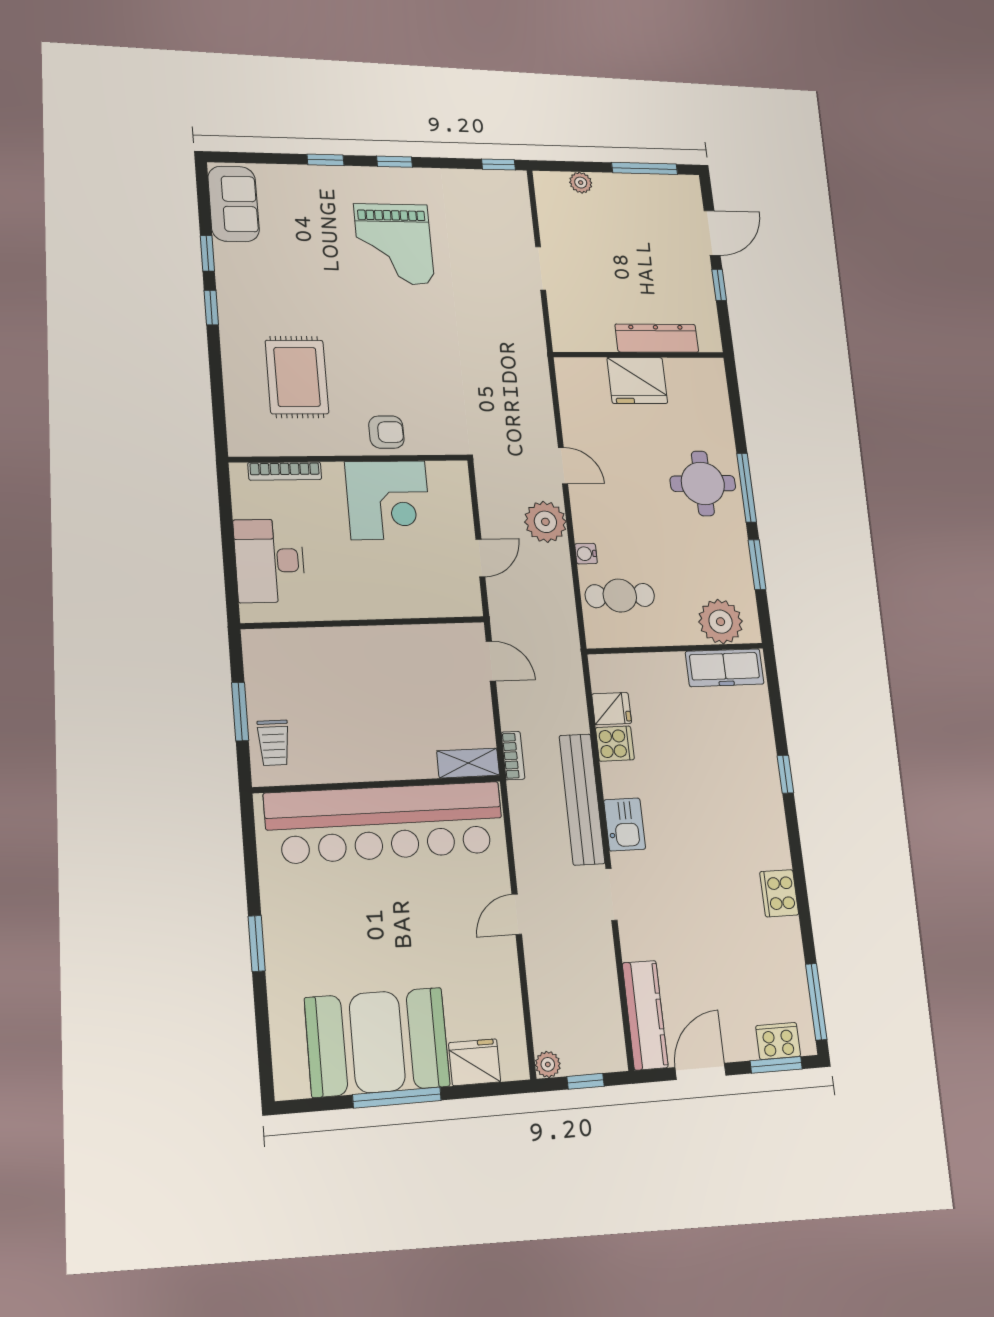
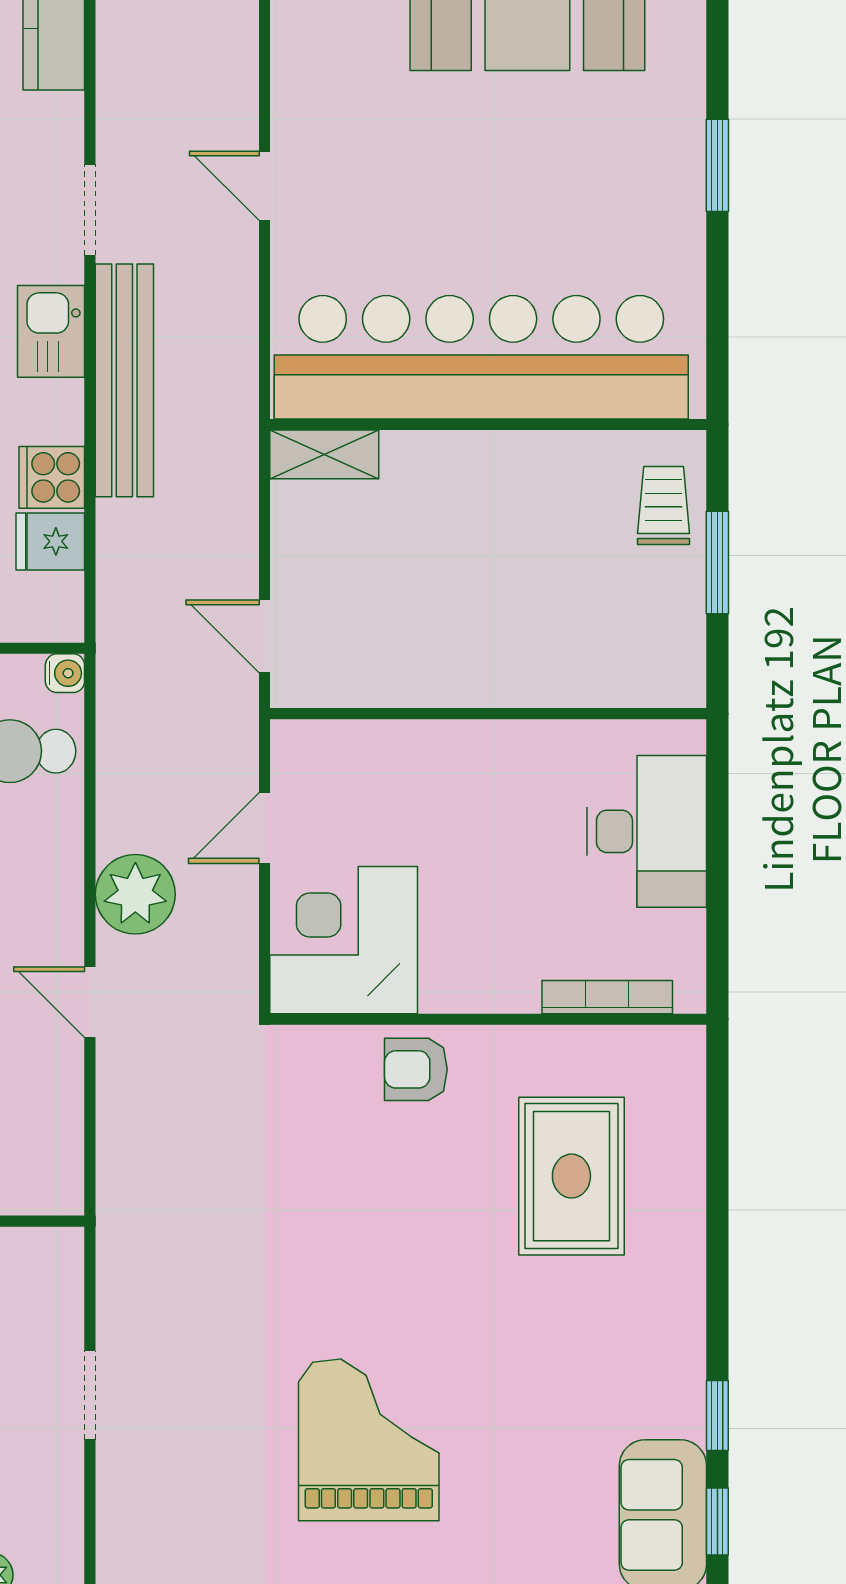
window: (211, 308) -> (717, 1521), moved
corner desk: (388, 500) -> (344, 940), moved
water cooler: (586, 554) -> (65, 673), moved
bookcase: (513, 756) -> (242, 464), removed
door: (517, 914) -> (265, 186), swing flipped

